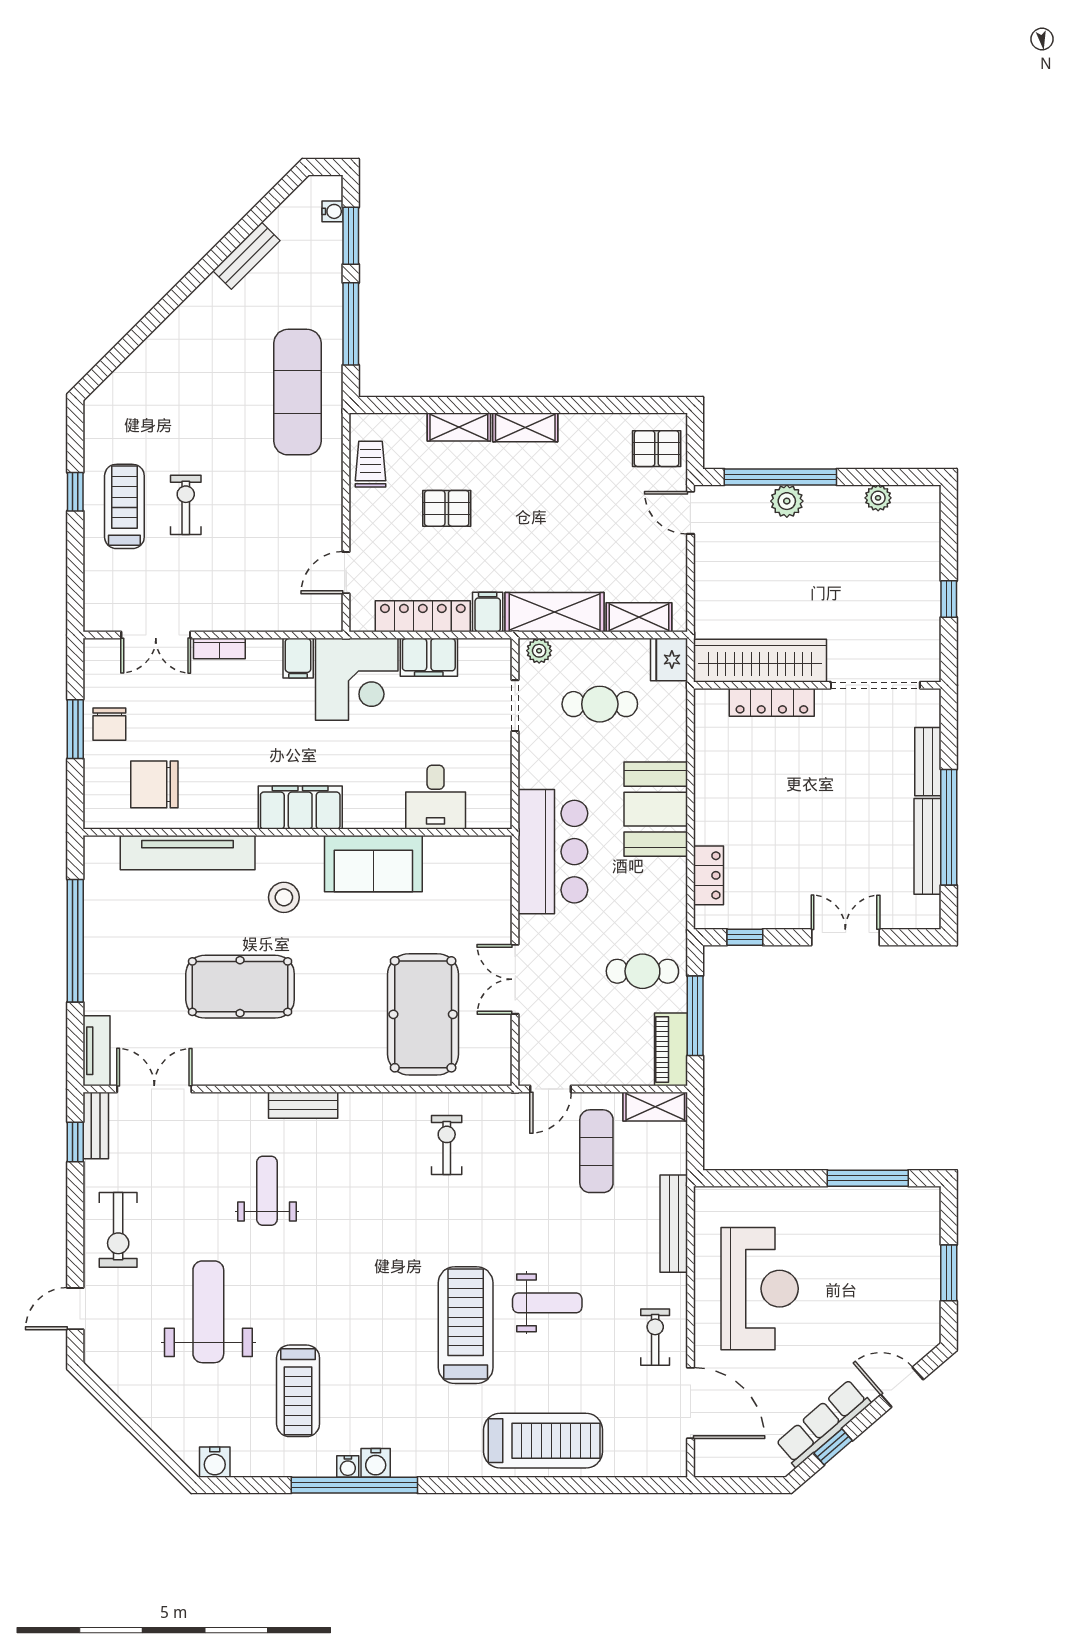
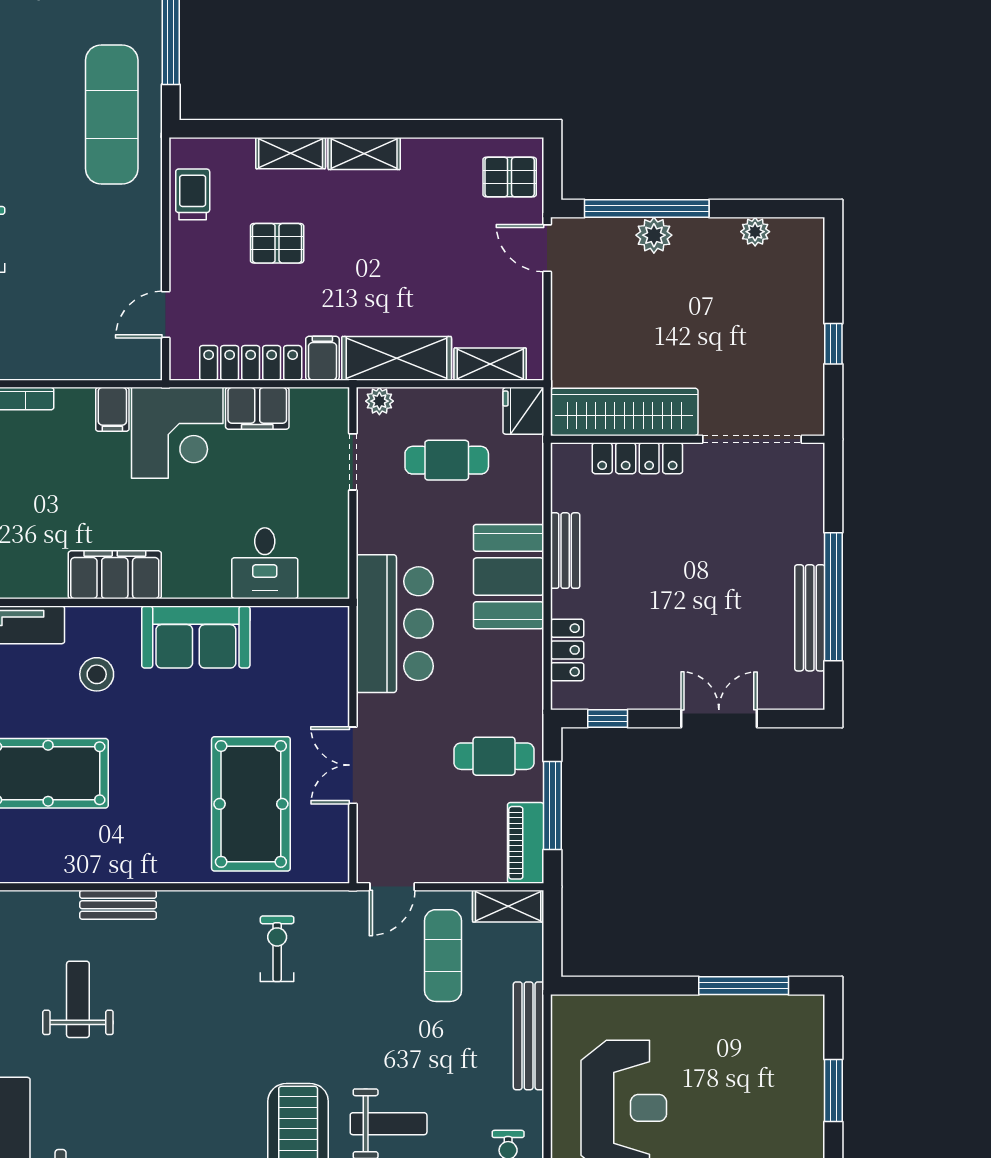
bench: (928, 762) -> (565, 551), moved

